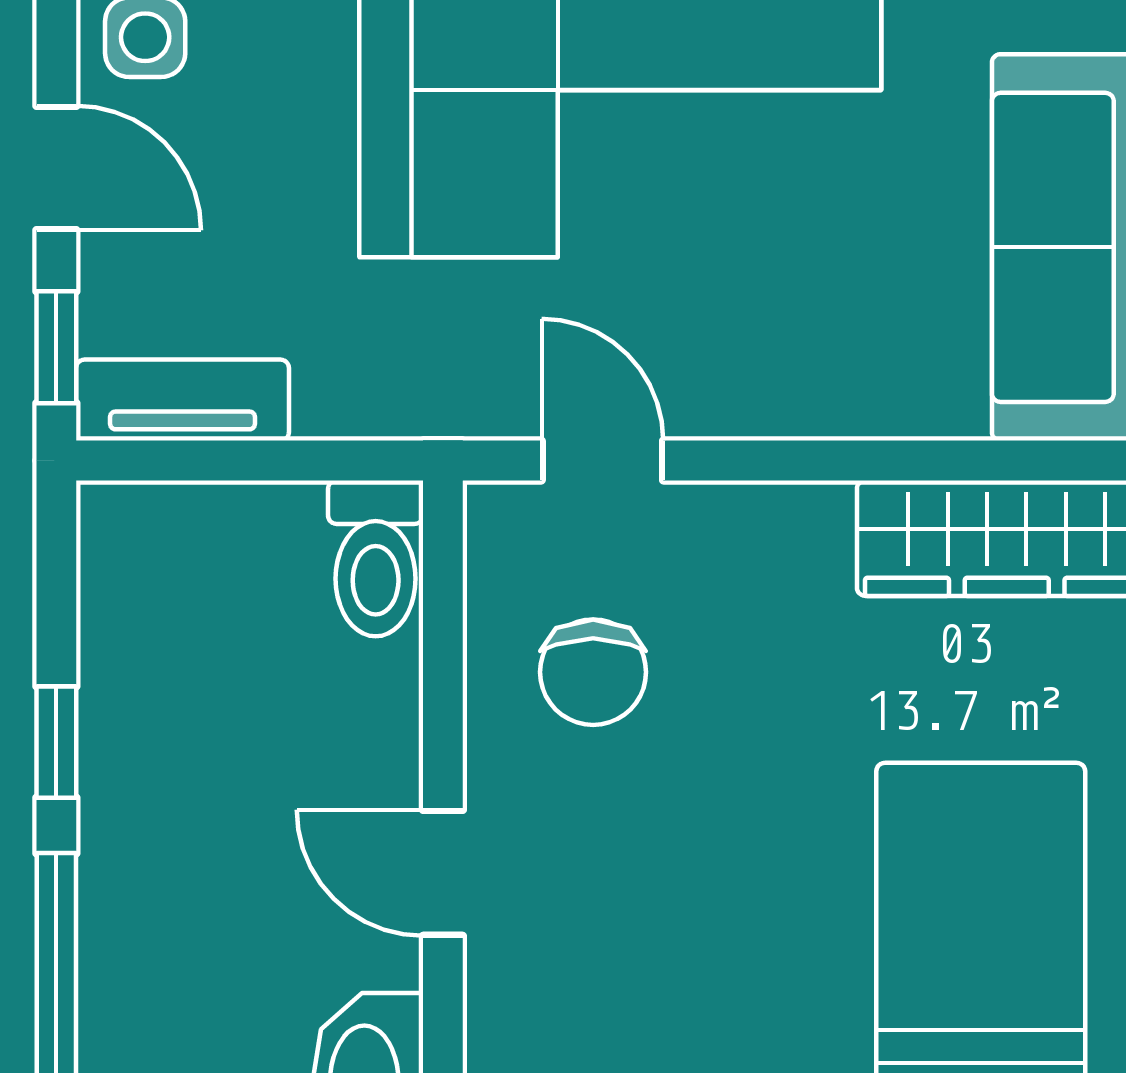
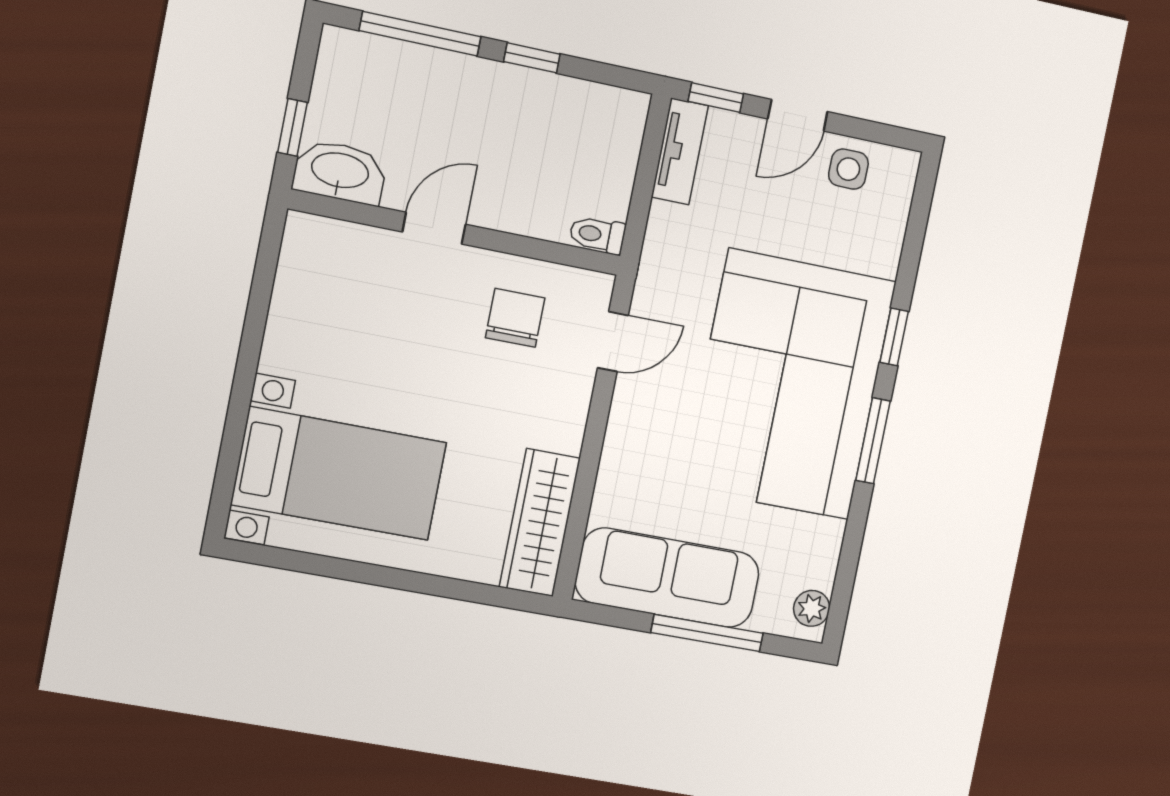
toilet: (376, 558) -> (597, 235), width x0.73, depth x0.72
chair: (593, 672) -> (515, 318), turned 90

